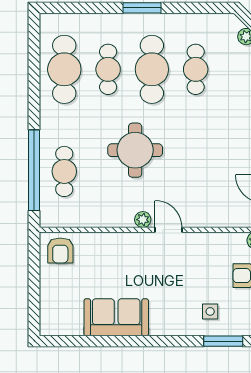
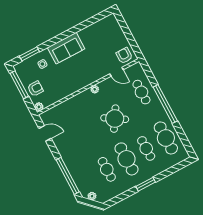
round table: (135, 150) -> (115, 119), turned 32
window: (34, 170) -> (165, 104), moved
door: (169, 230) -> (117, 72), moved
sofa: (116, 317) -> (66, 48), moved

